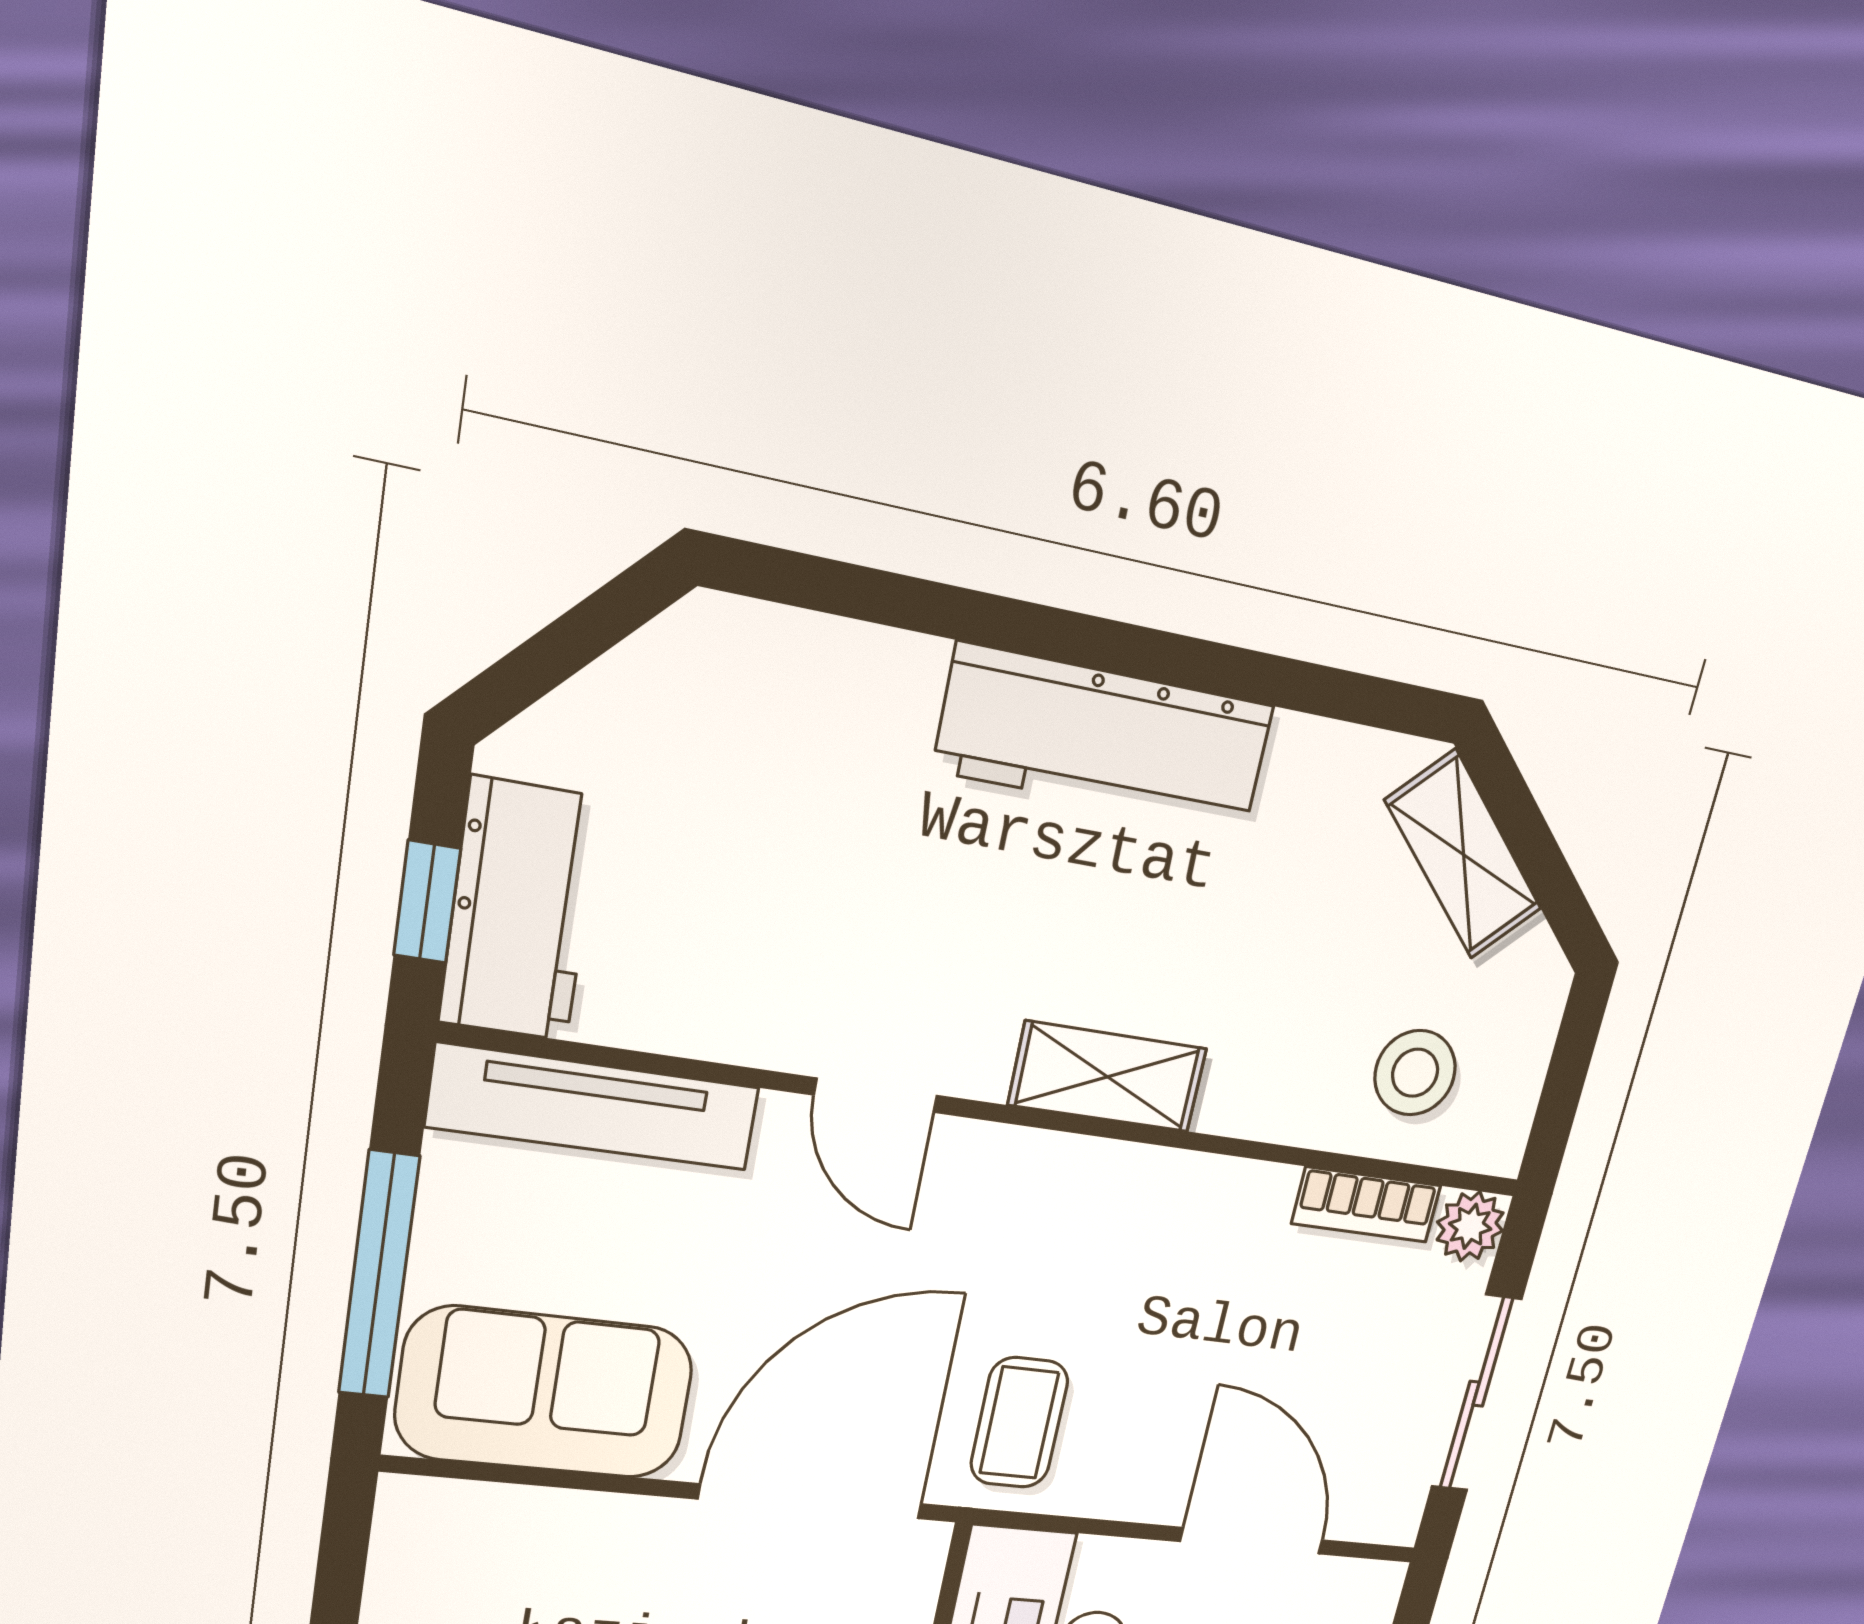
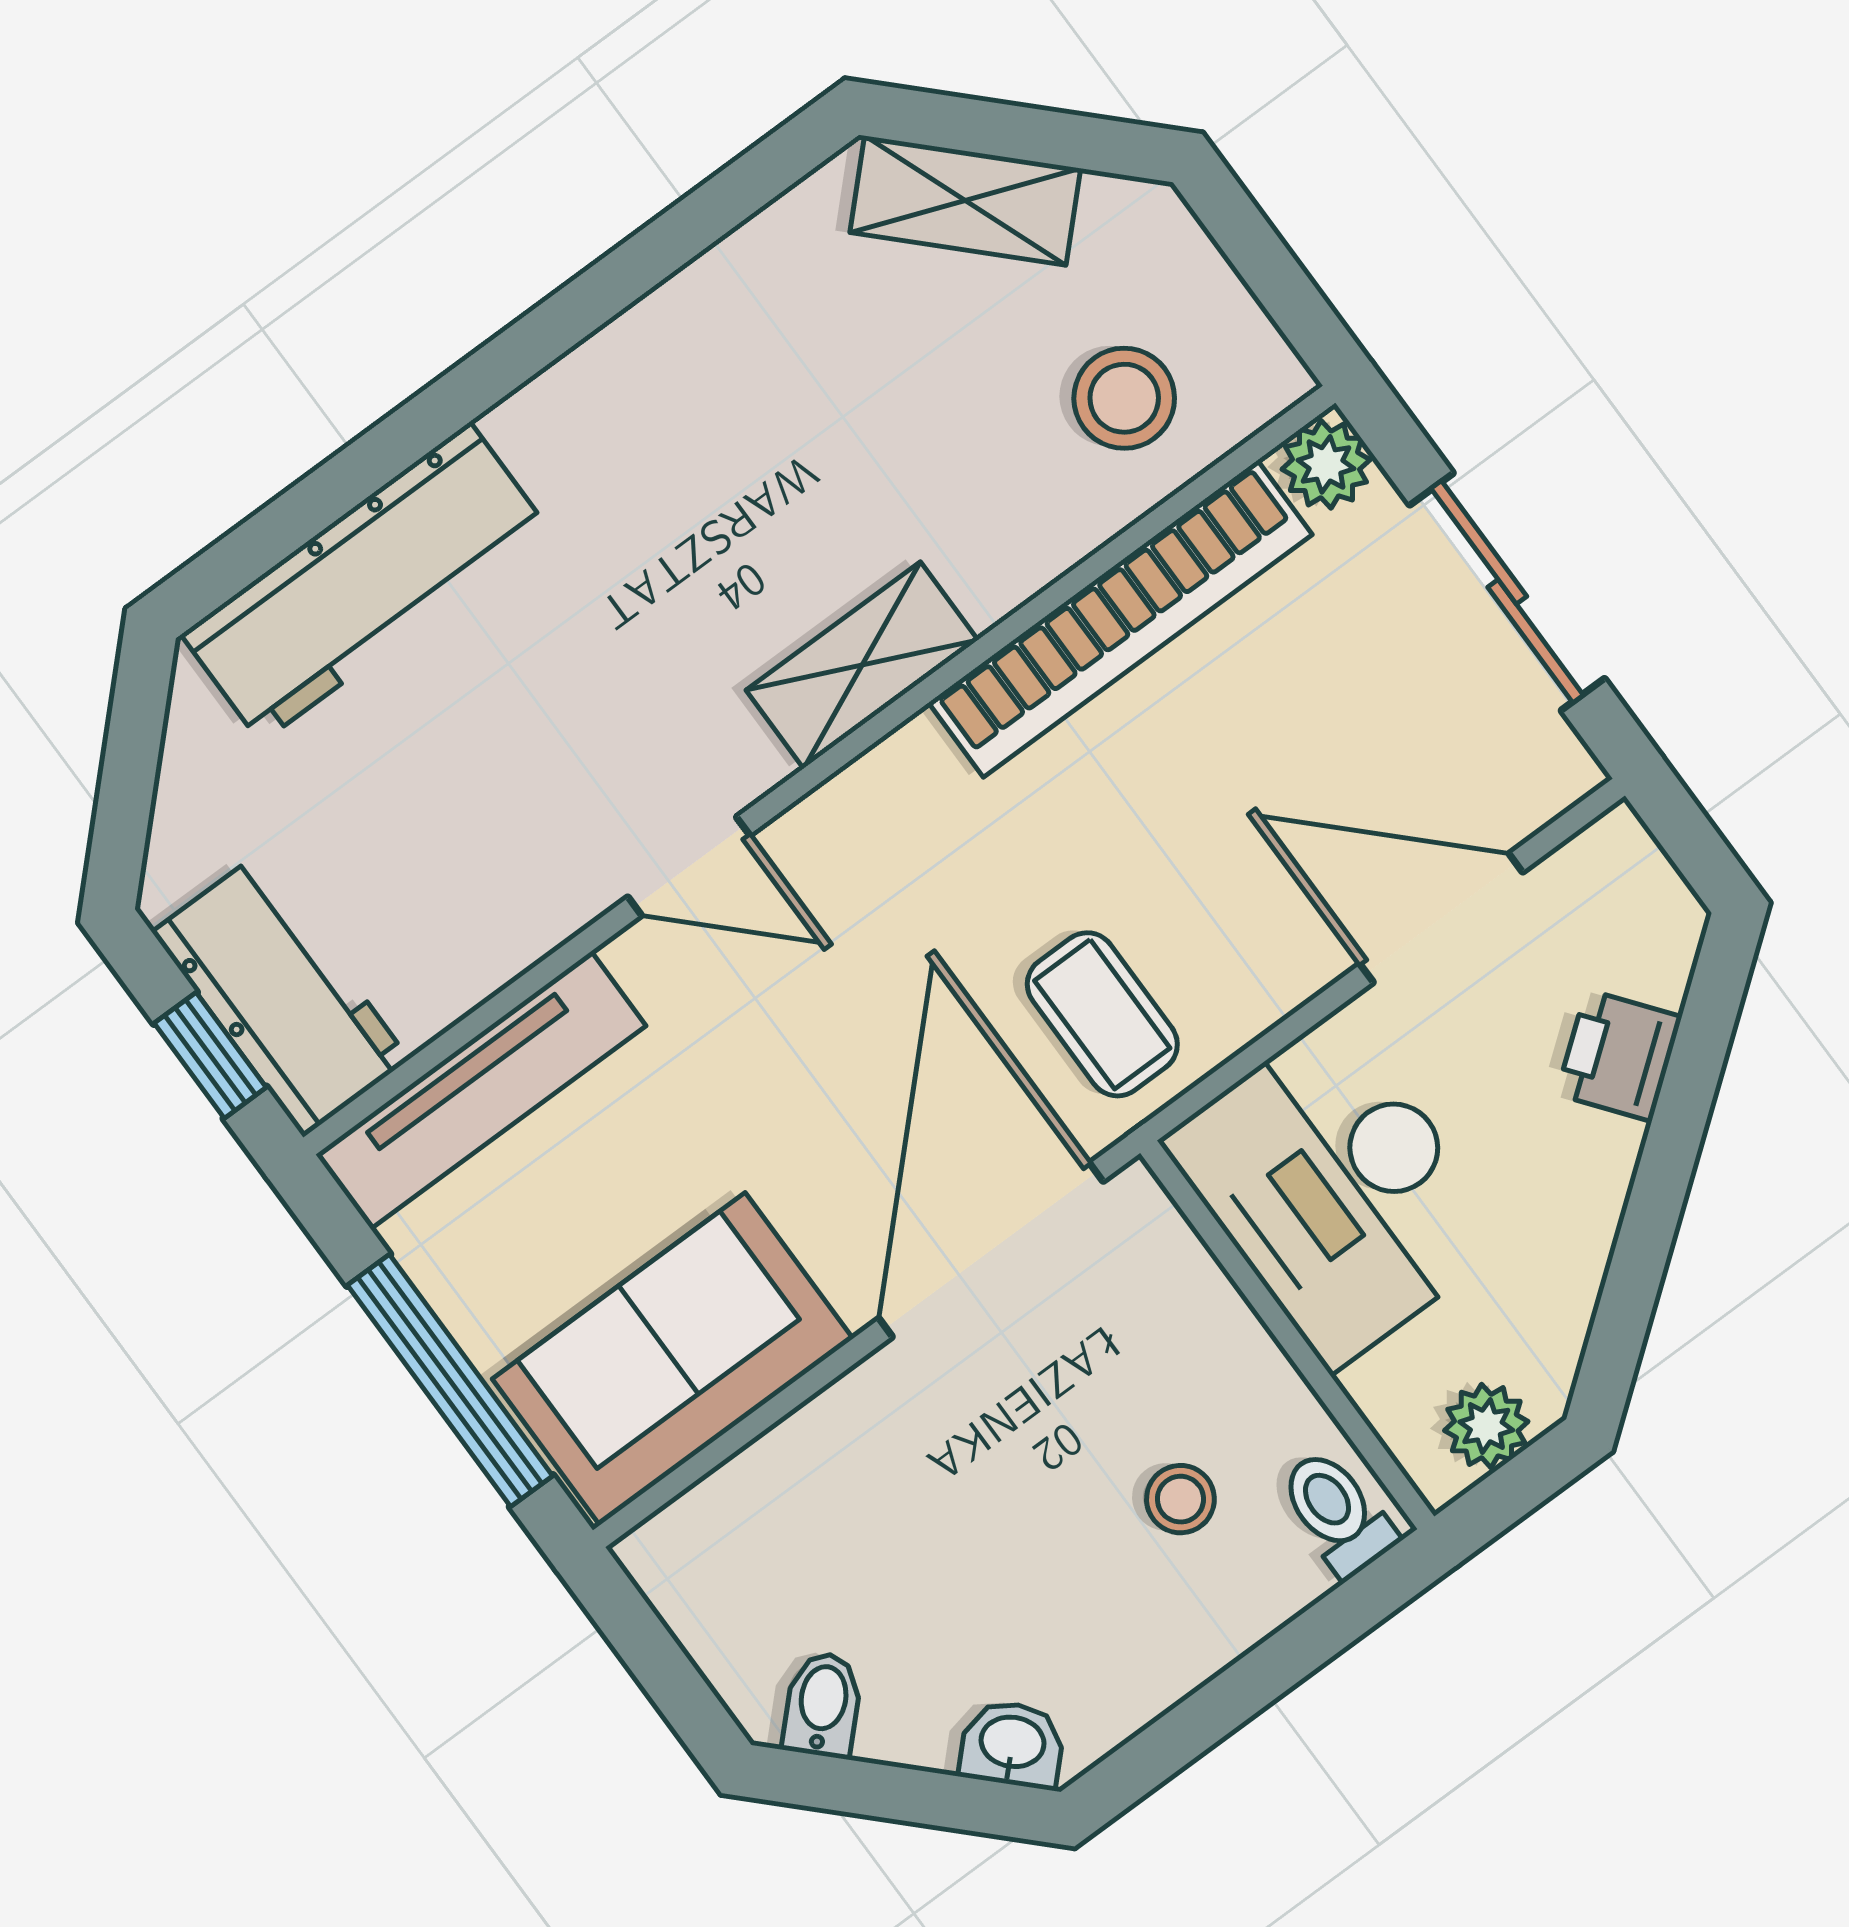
workbench: (1105, 738) -> (365, 582), moved
bookcase: (1366, 1205) -> (1120, 619), width x2.31, depth x1.31

